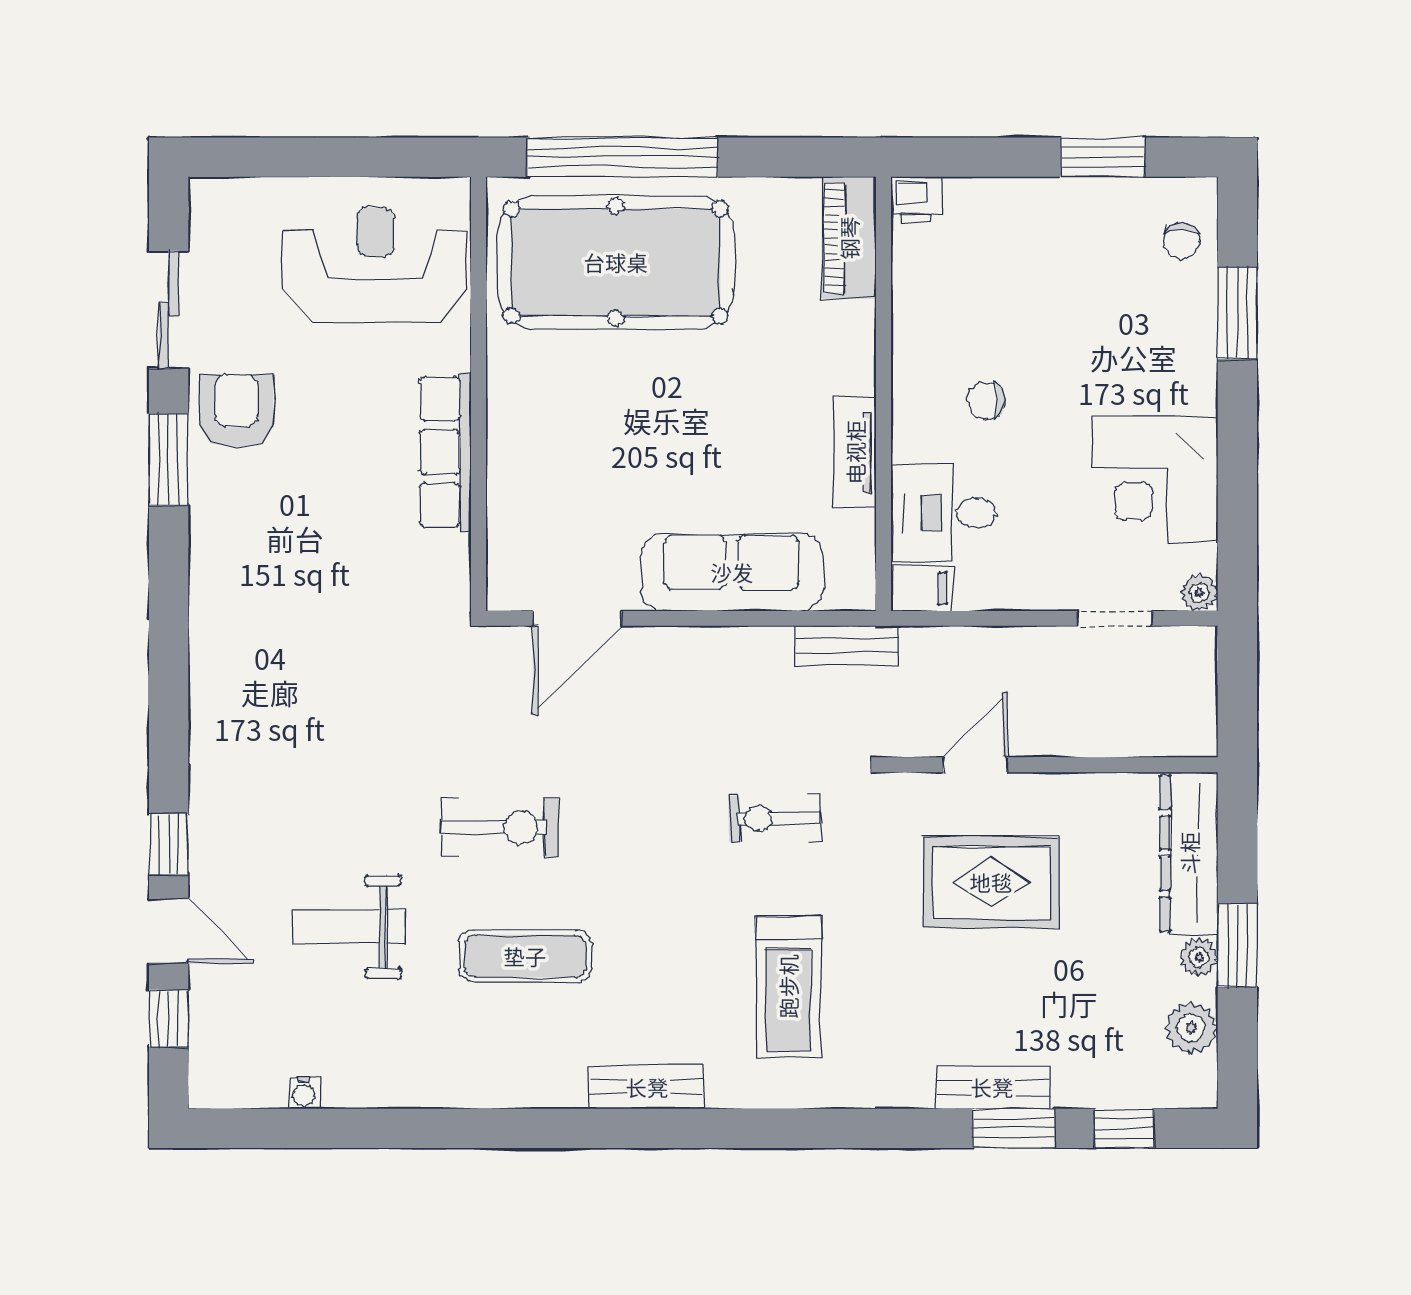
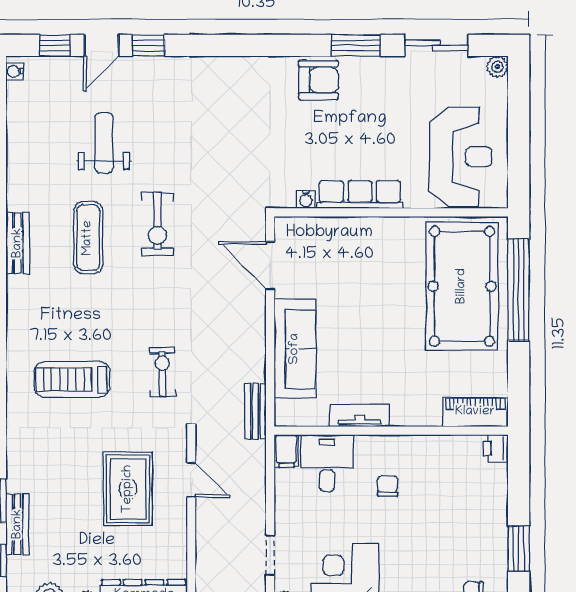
plant: (208, 197) -> (497, 67), added
armchair: (236, 411) -> (318, 80), moved
water cooler: (454, 552) -> (306, 199), added
bench: (647, 1087) -> (18, 243), moved
bench: (992, 1087) -> (18, 524), moved
water cooler: (304, 1093) -> (15, 71), moved

